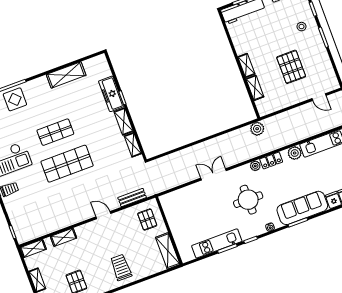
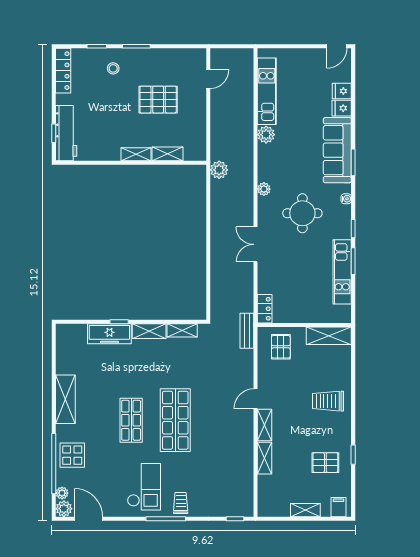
shelving: (66, 75) -> (65, 399), moved
locker: (271, 160) -> (265, 309), moved
bench: (132, 198) -> (247, 331), moved
pallet: (147, 220) -> (281, 347), turned 90
shelving: (33, 249) -> (265, 425), moved

